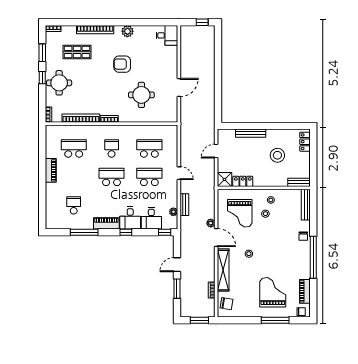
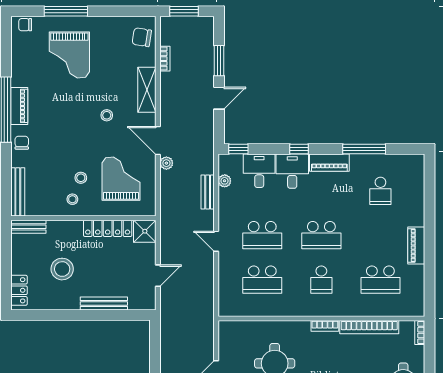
locker: (243, 181) -> (108, 228), width x1.53
shelving: (223, 270) -> (147, 90), width x0.68
piano: (305, 291) -> (19, 106), moved

